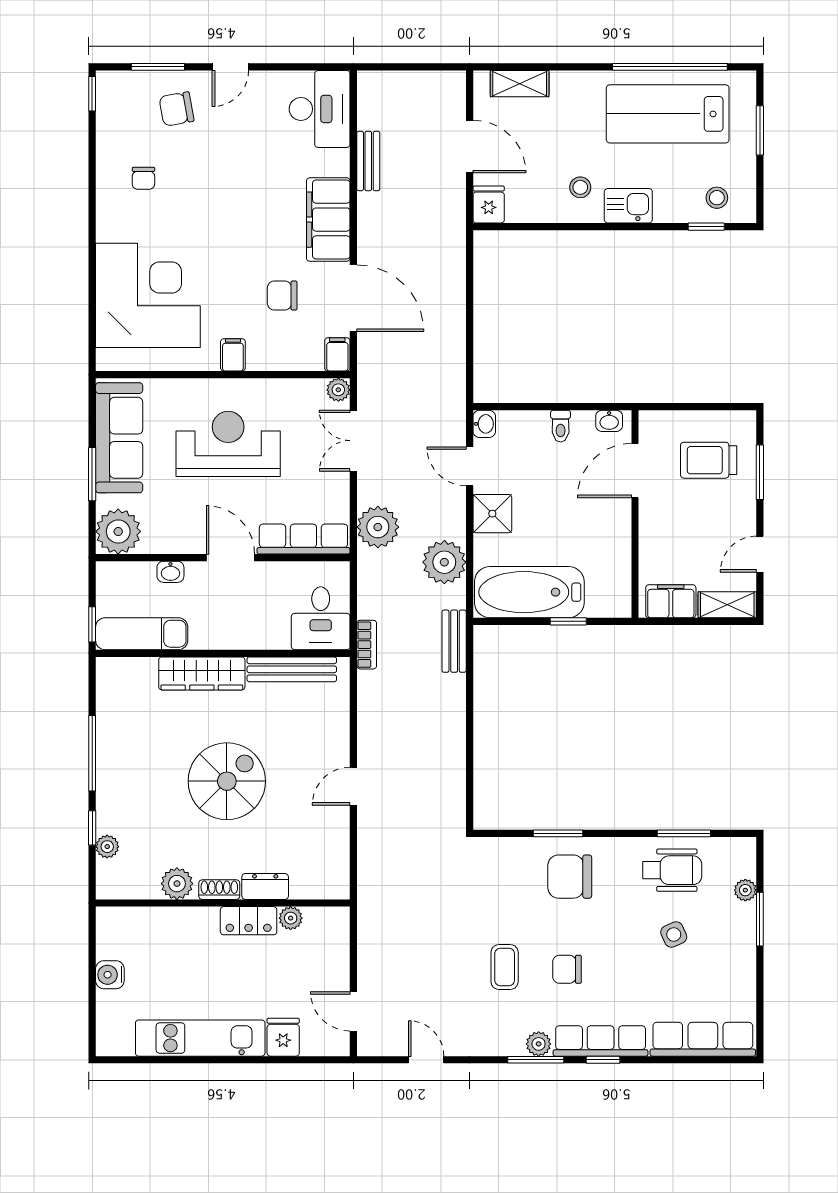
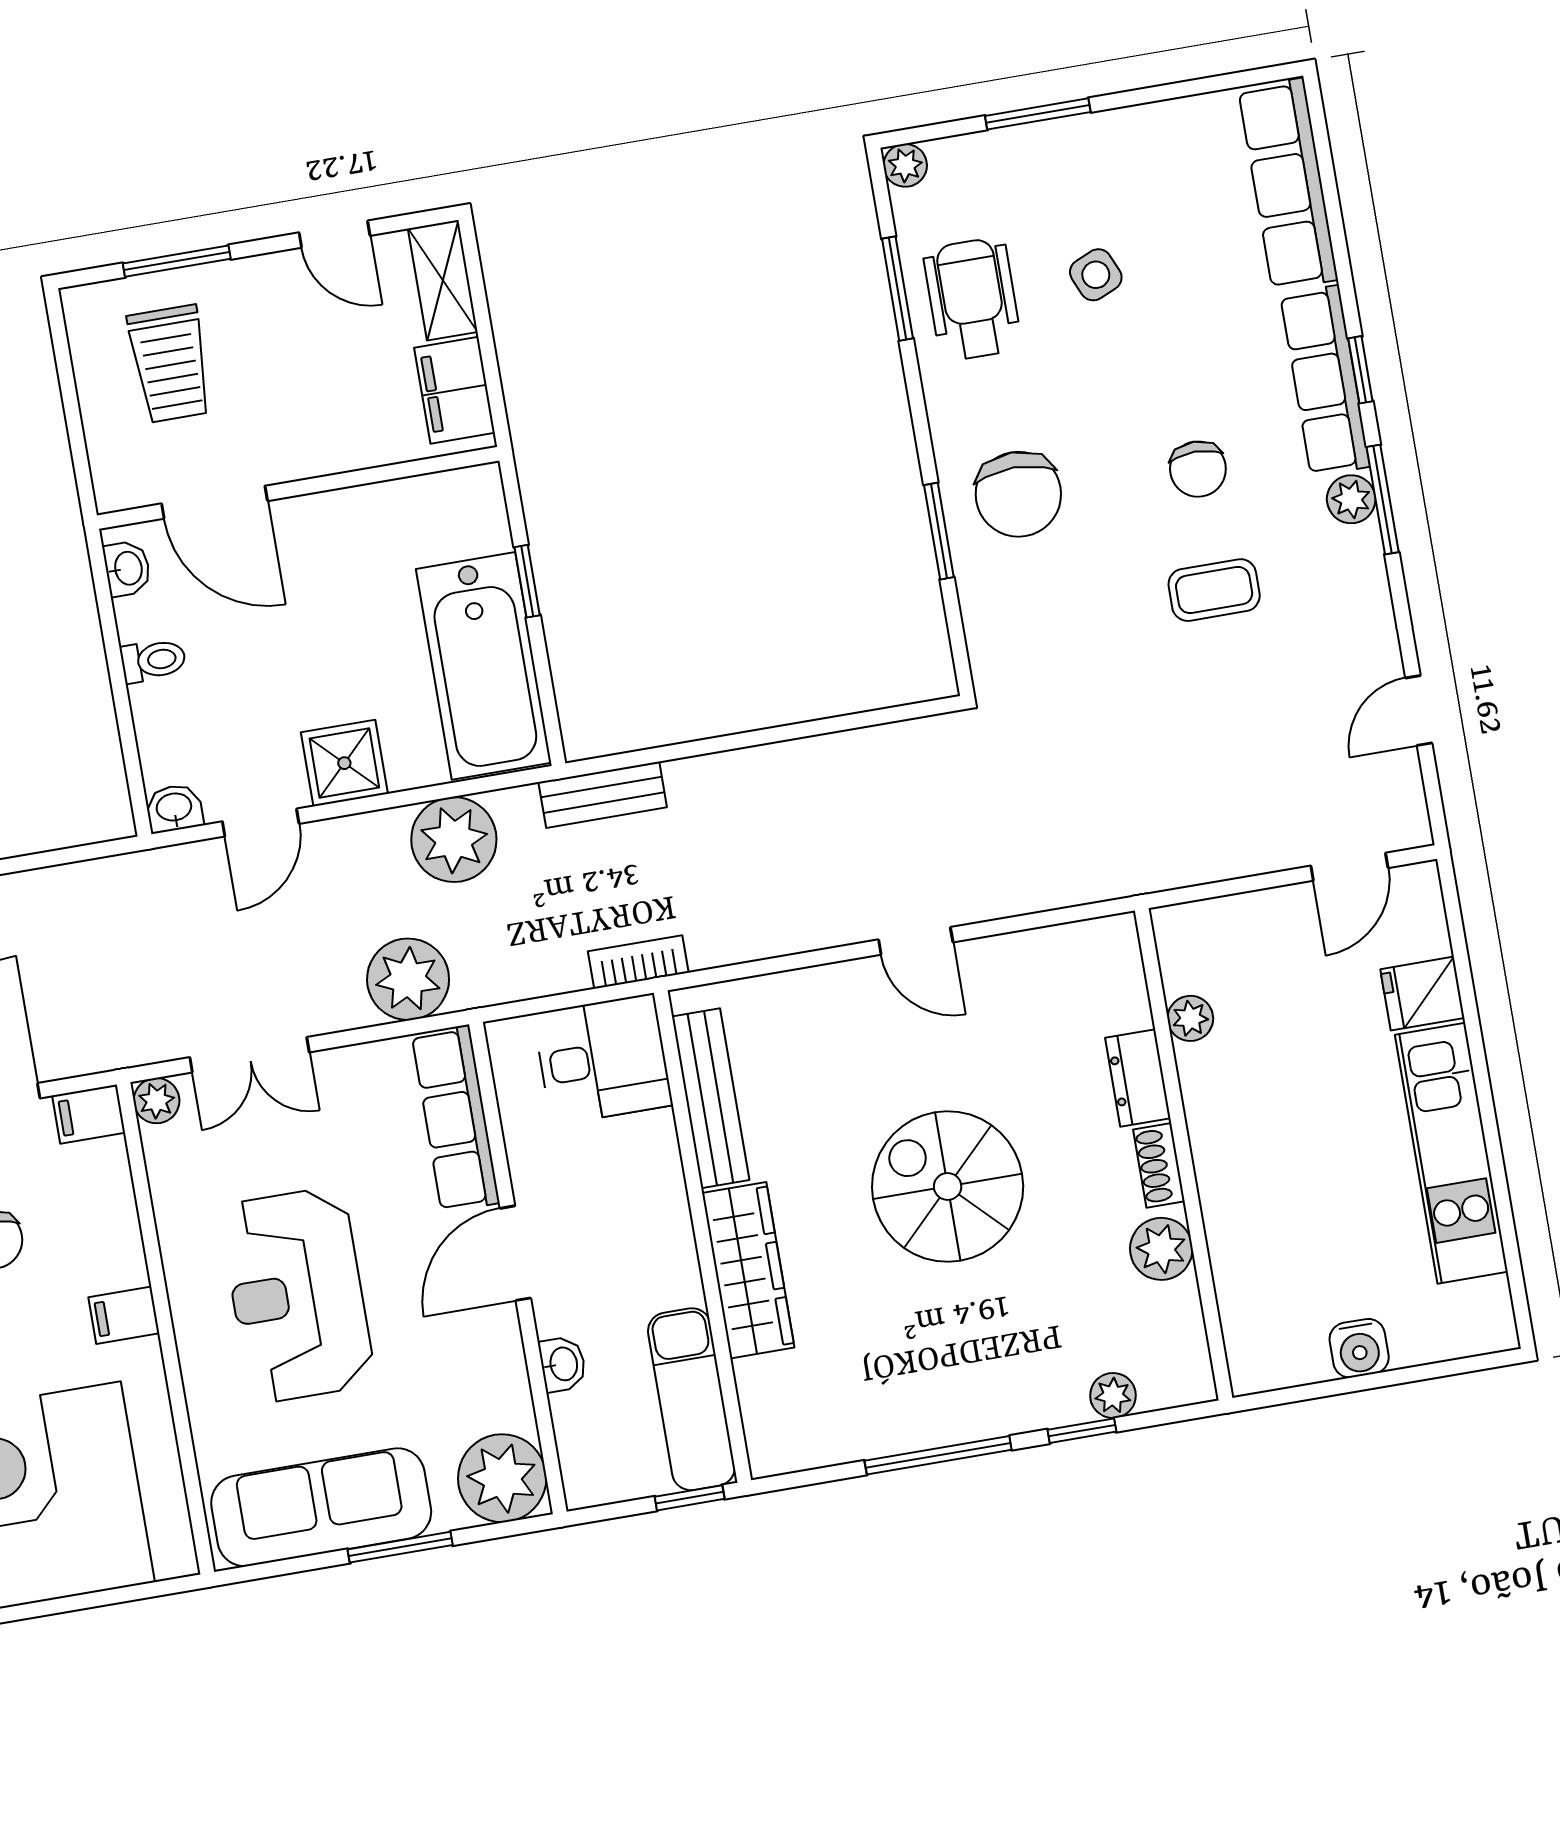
plant: (745, 890) -> (905, 165), moved
locker: (249, 921) -> (1209, 1099), removed

